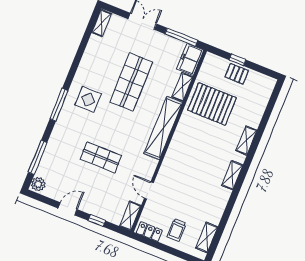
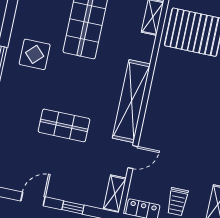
shelving: (163, 128) -> (131, 101), moved
door: (149, 190) -> (133, 157), swing flipped

